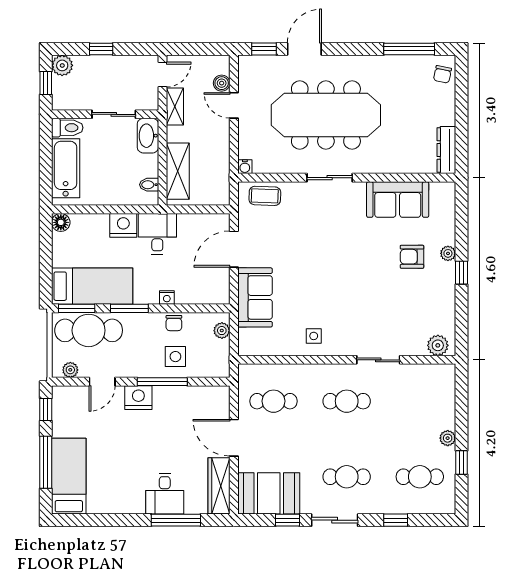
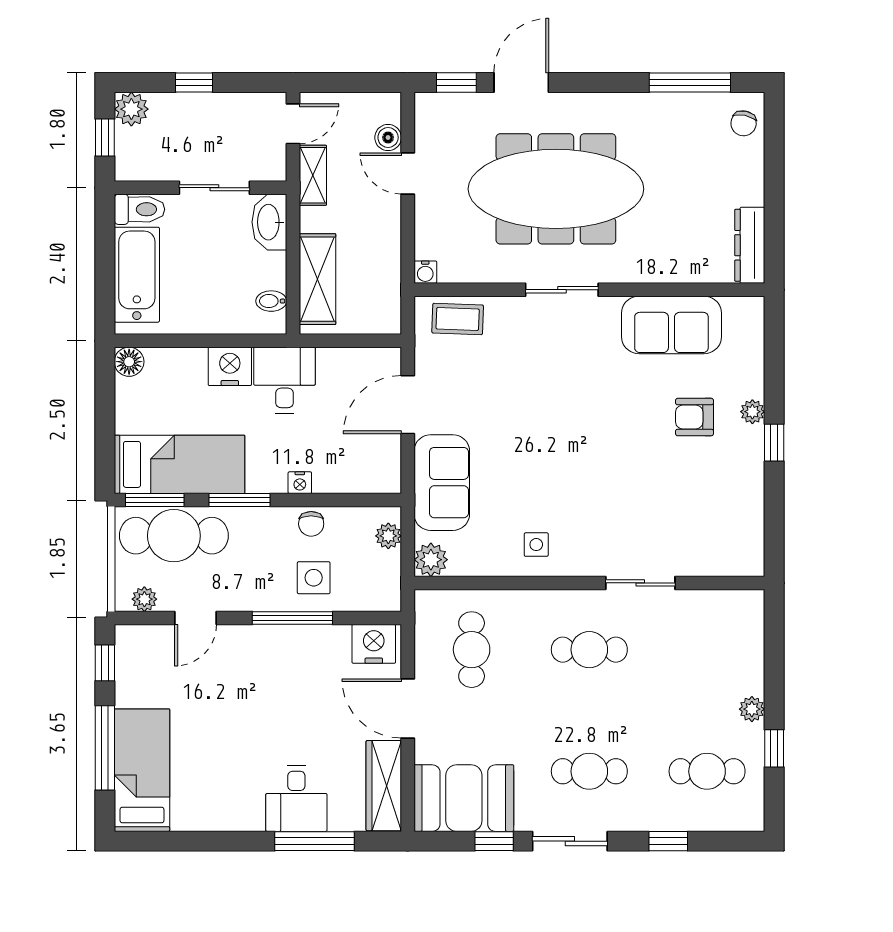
plant: (438, 345) -> (431, 560), moved
nightstand: (138, 398) -> (374, 644), moved
cafe table: (274, 401) -> (472, 650), turned 90

